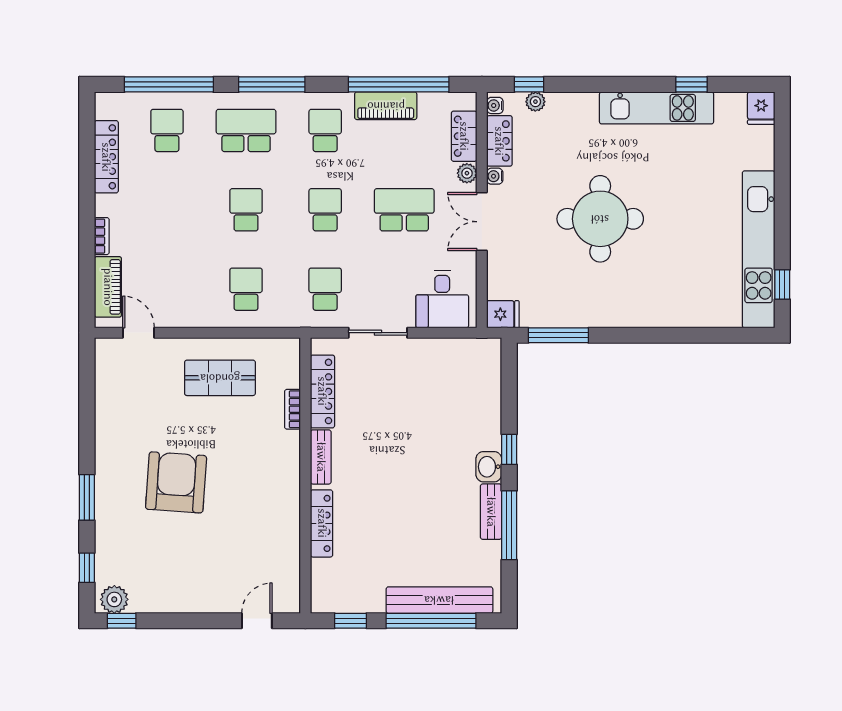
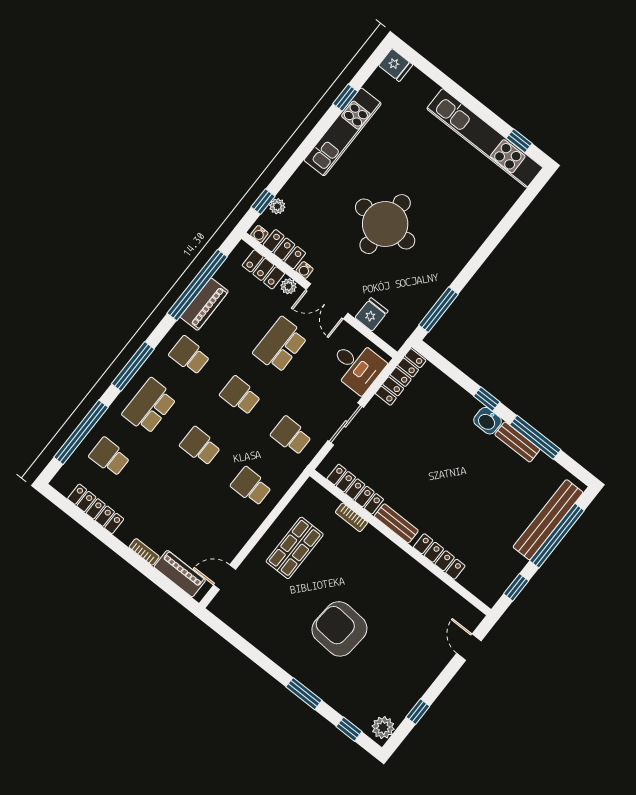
fridge: (503, 314) -> (372, 314), moved
locker: (465, 350) -> (401, 377), added
window: (122, 621) -> (418, 712), moved

